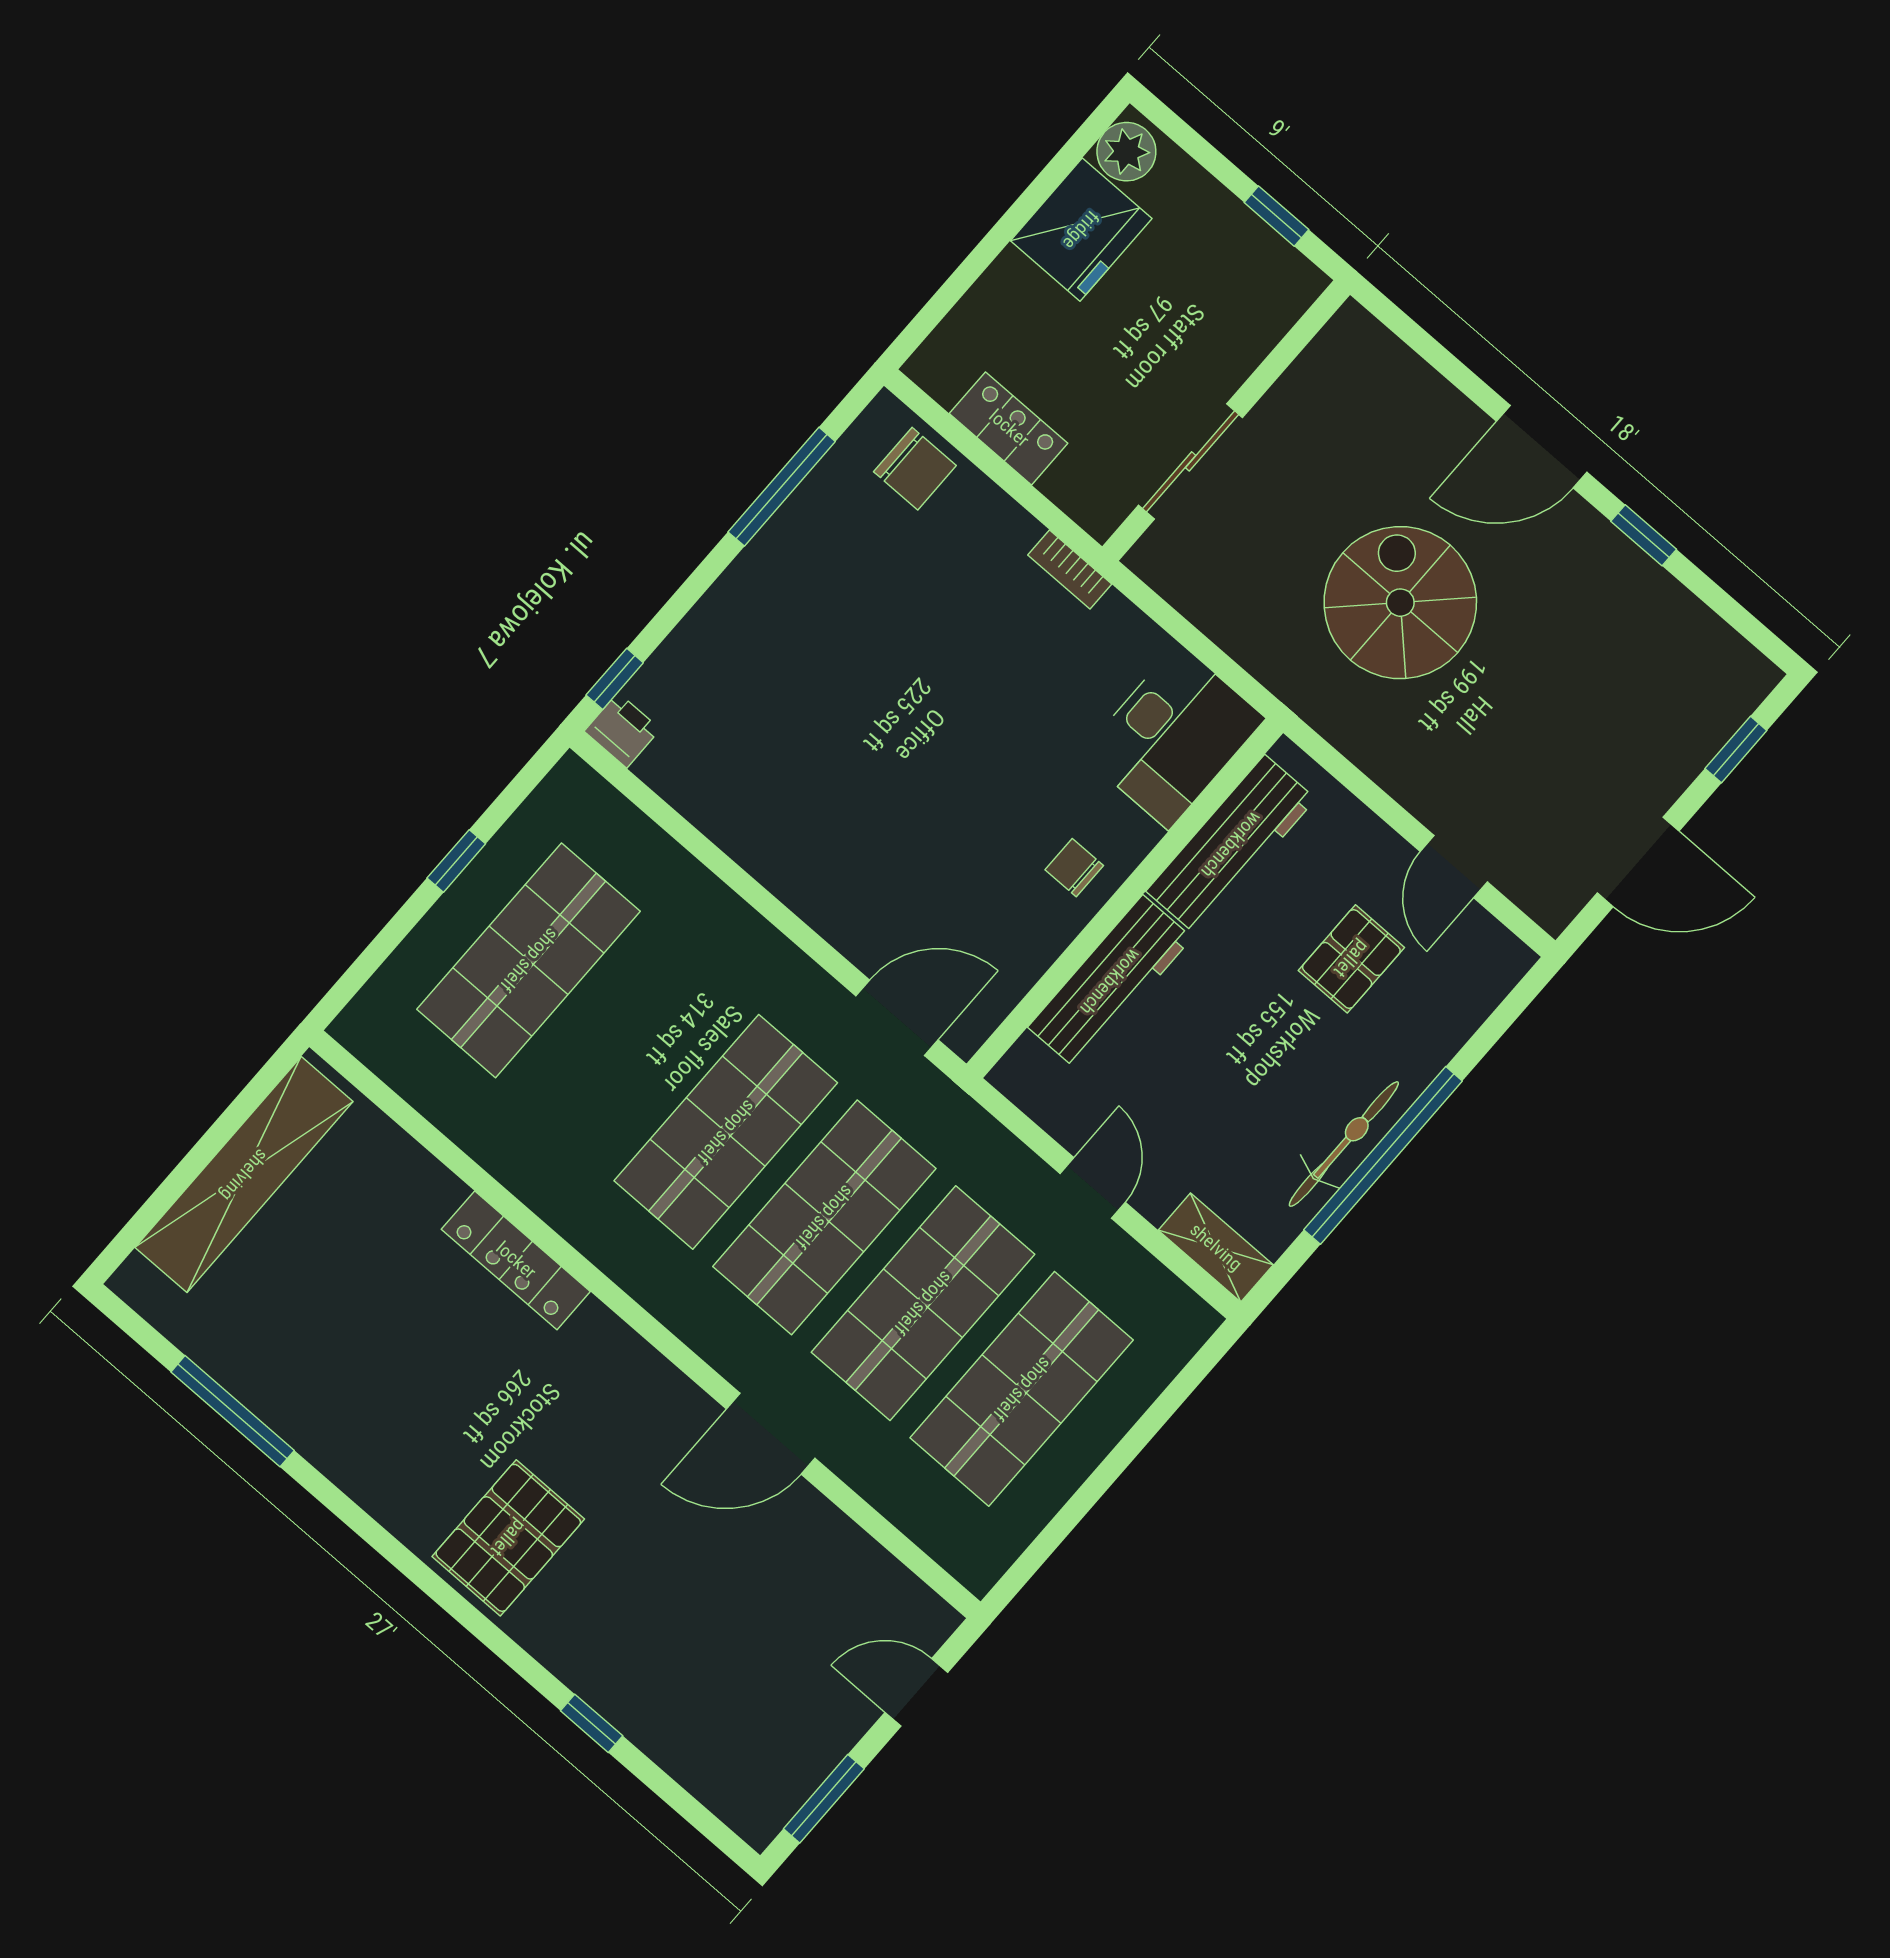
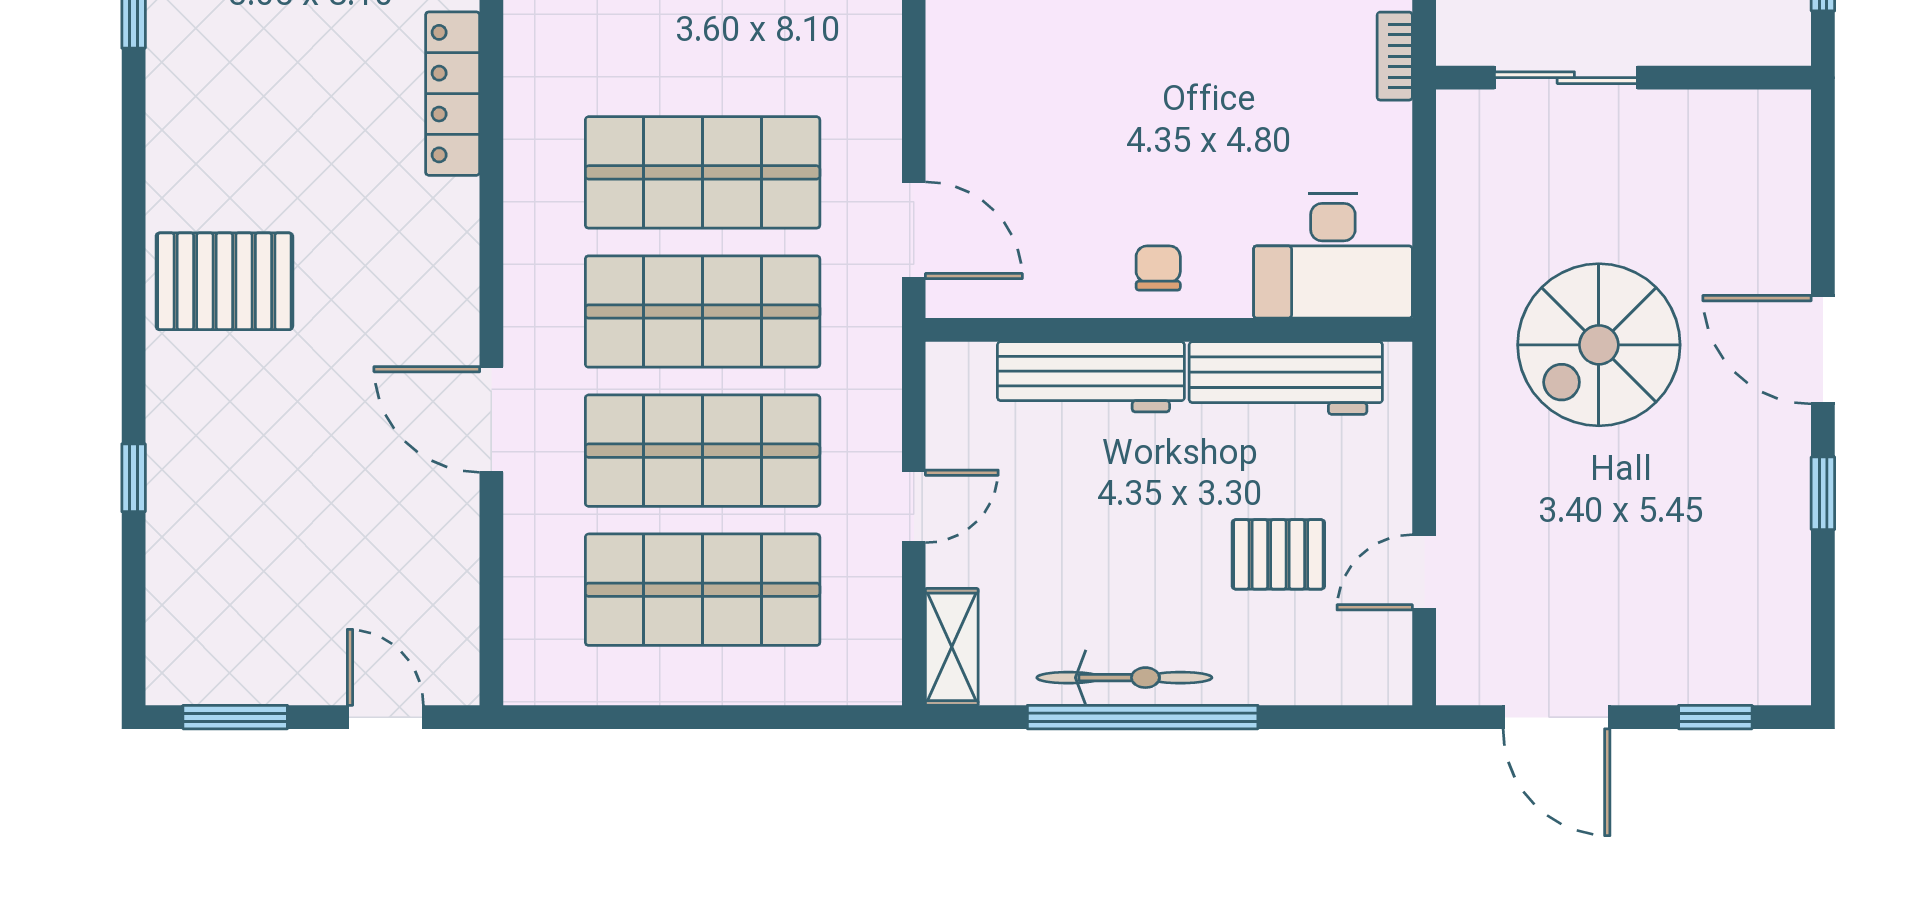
spiral stairs: (1400, 603) -> (1599, 345), turned 180

